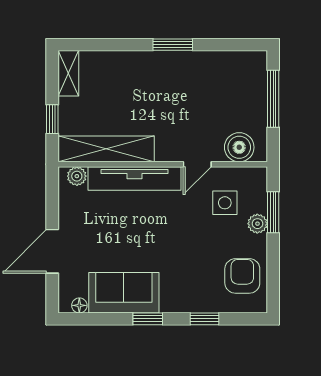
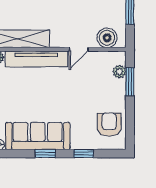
side table: (225, 203) -> (97, 75), removed
plant: (257, 224) -> (119, 72), moved
sofa: (124, 293) -> (38, 136), width x1.36

